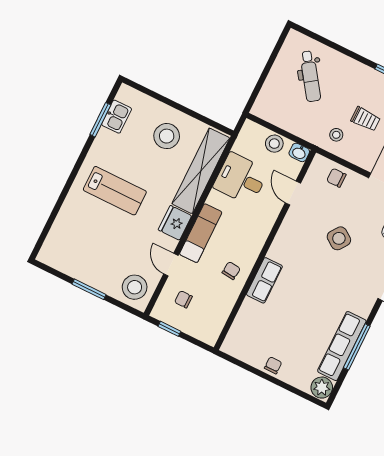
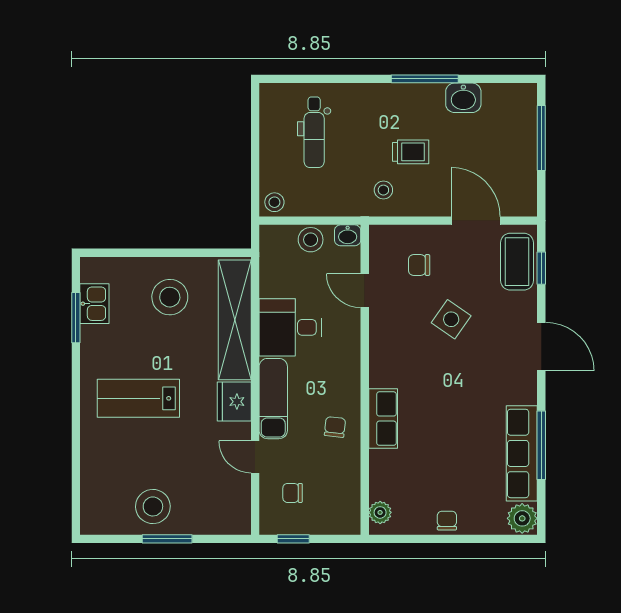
dental chair: (310, 76) -> (314, 132), turned 35
stool: (263, 108) -> (274, 202), added
chair: (336, 178) -> (419, 265), moved
desk: (241, 179) -> (290, 327), moved
lab bench: (115, 191) -> (138, 398), turned 180
stool: (135, 287) -> (153, 506), moved
plant: (233, 339) -> (380, 512), added

